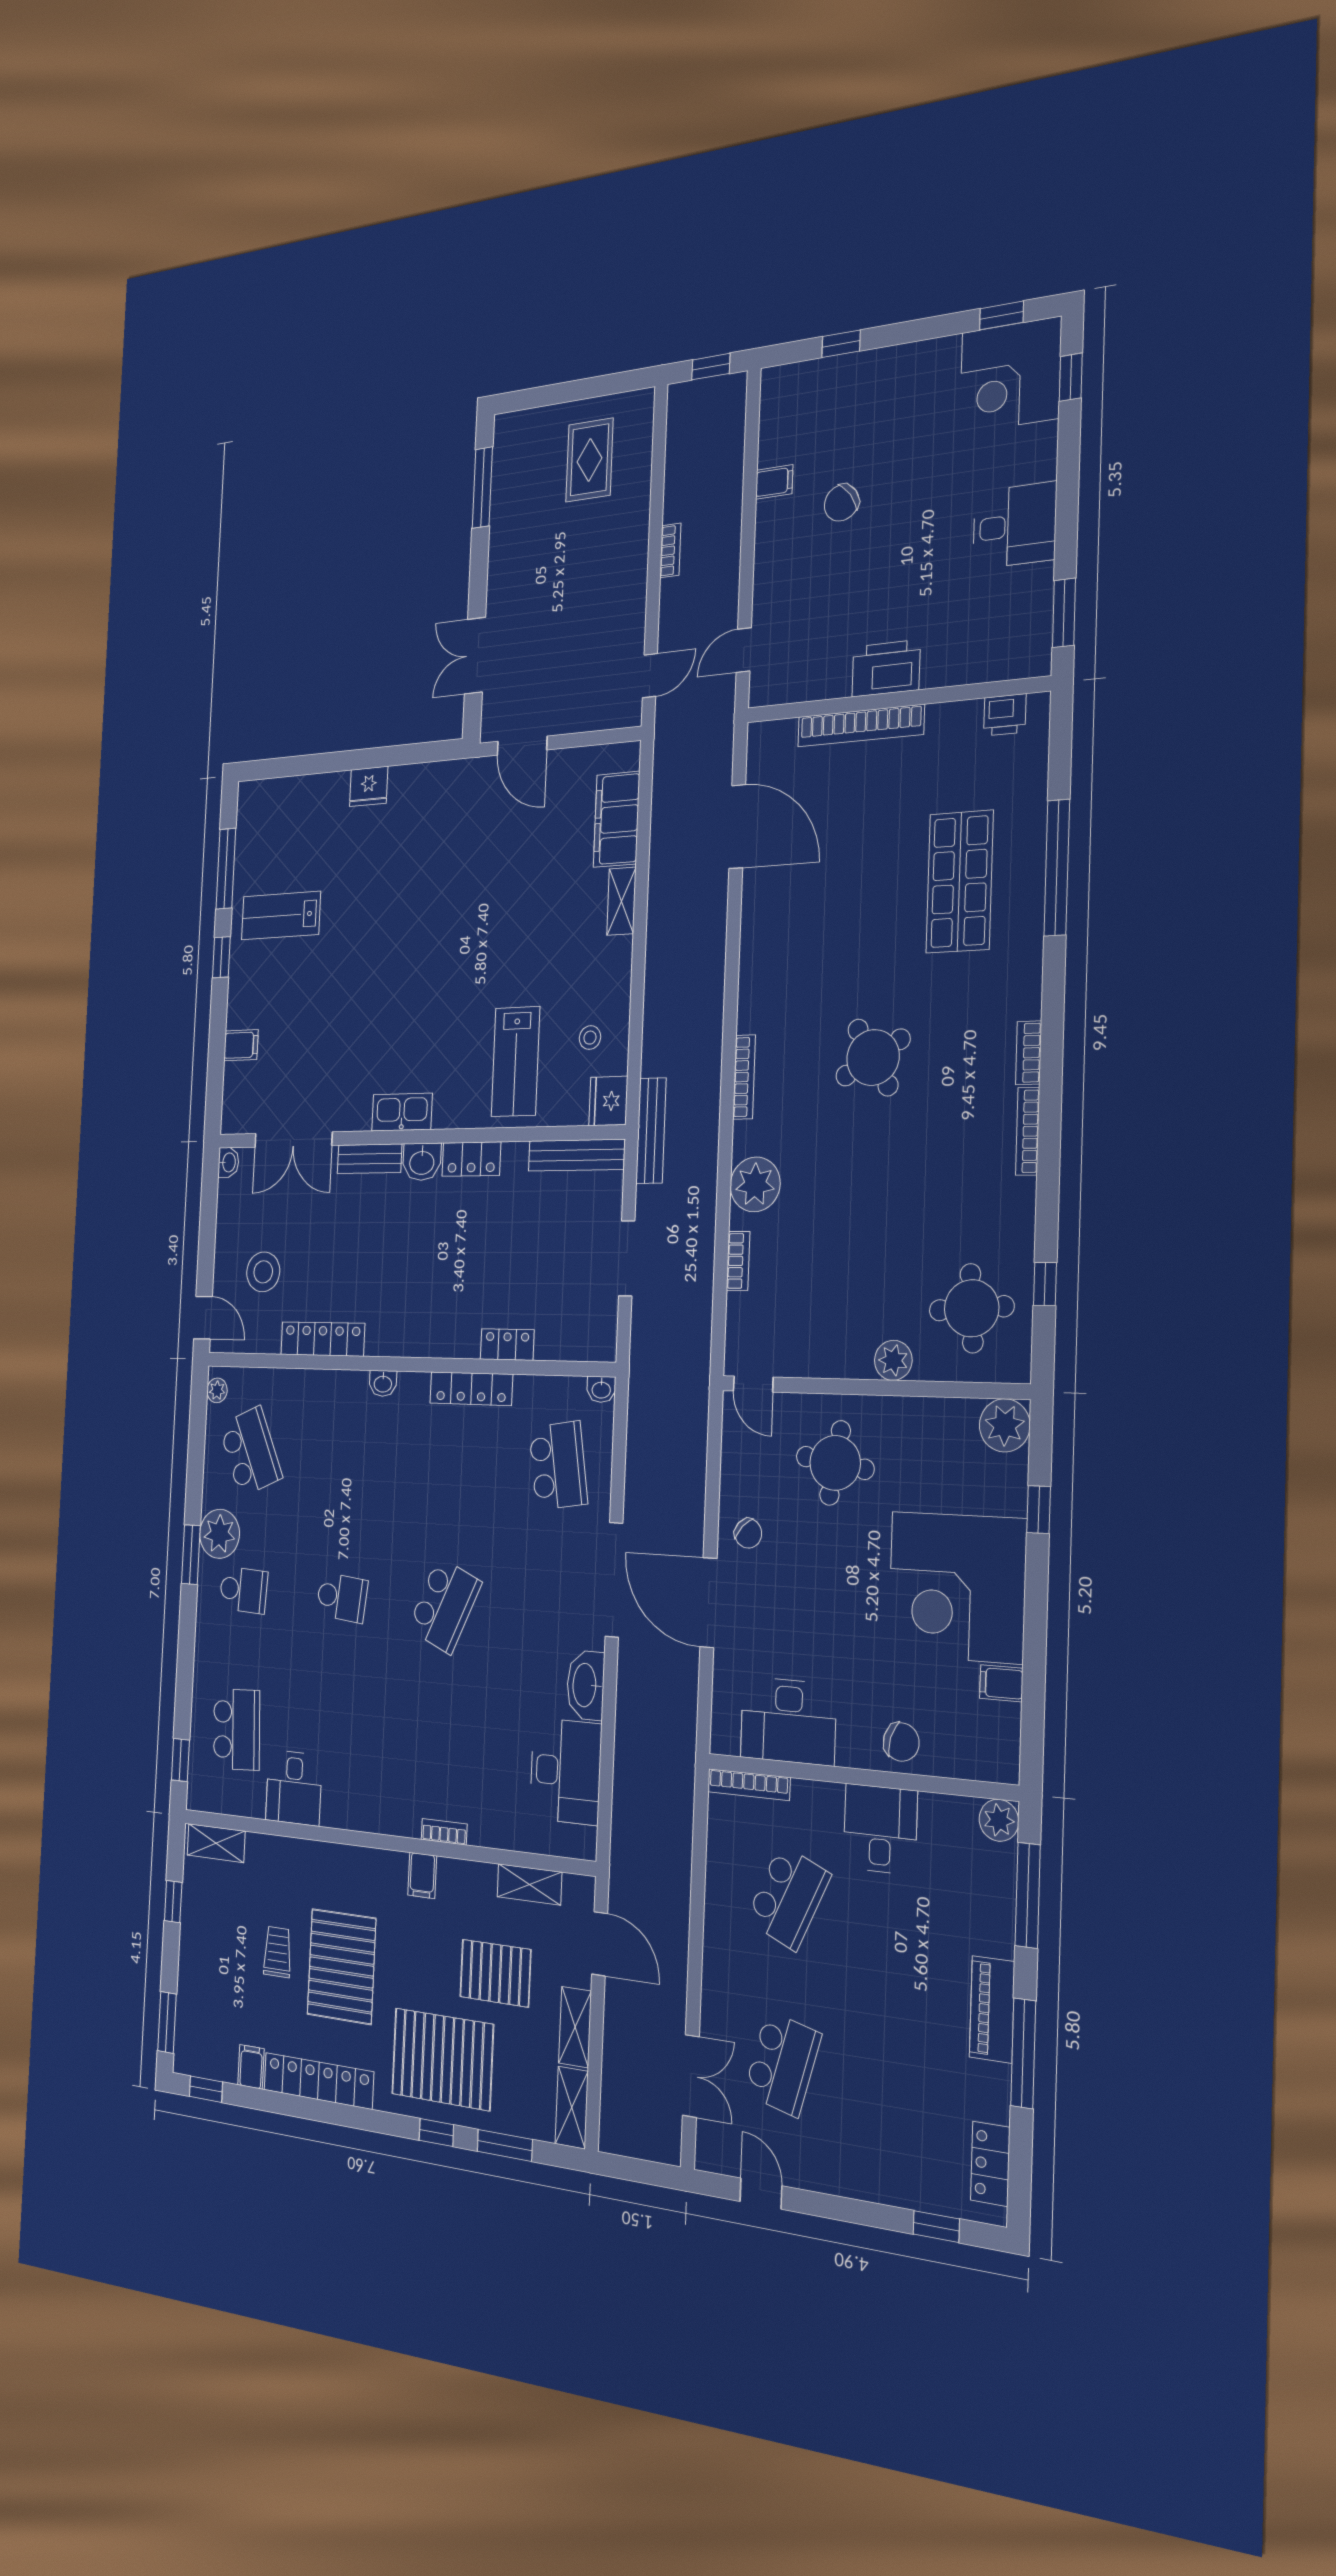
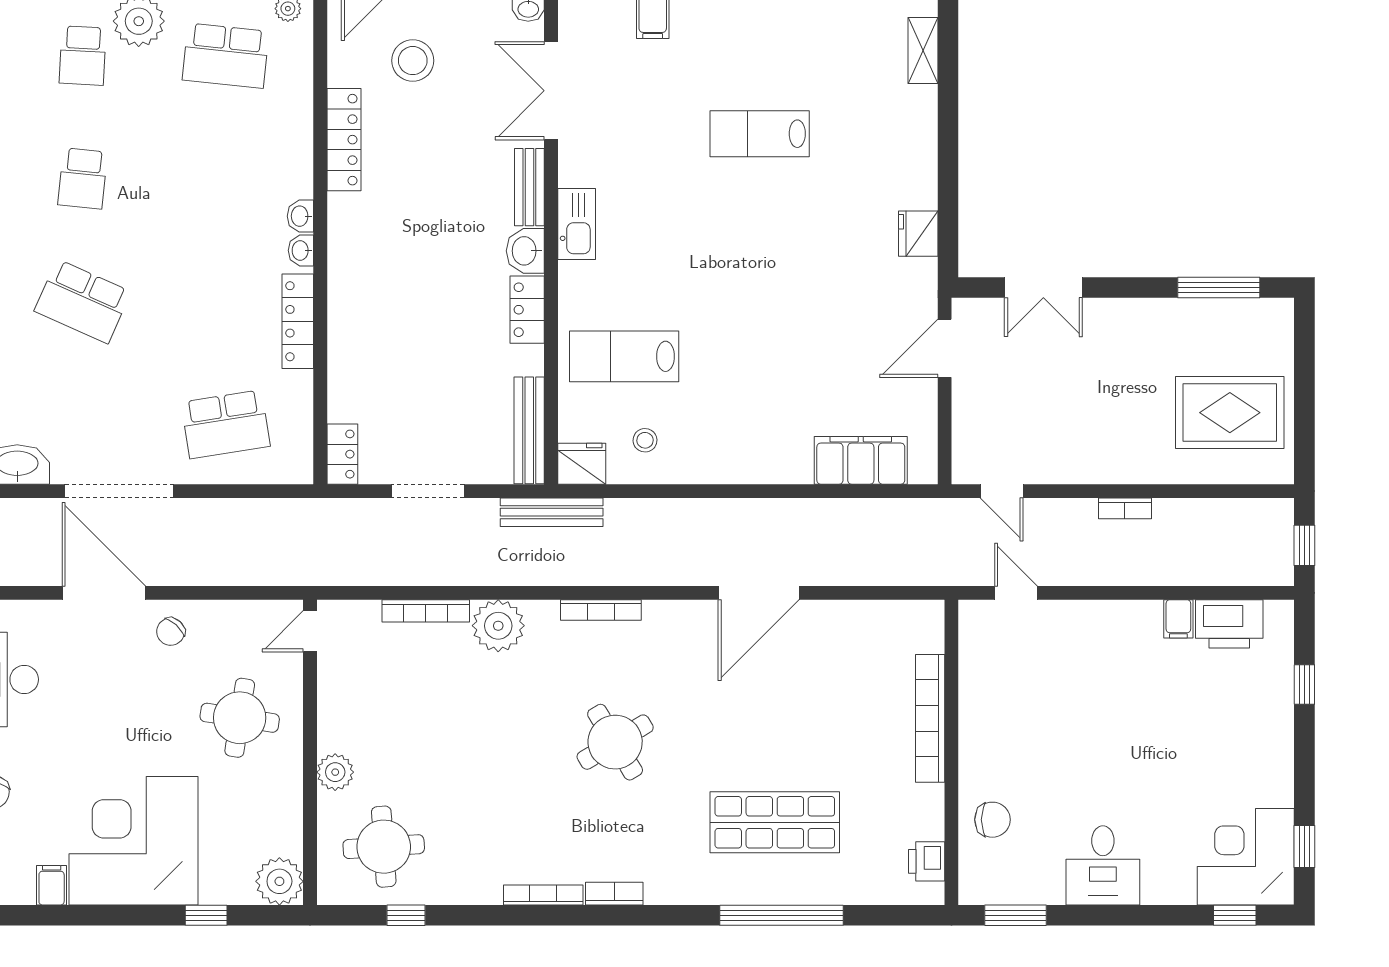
rug: (590, 460) -> (1230, 413), width x1.36, depth x1.43
chair: (842, 503) -> (992, 820), moved, turned 126
double door: (475, 656) -> (1043, 287), swing flipped
printer: (886, 668) -> (1229, 624), moved, turned 90
fridge: (369, 786) -> (918, 234), moved
door: (737, 827) -> (759, 593), moved
shelving: (621, 901) -> (923, 51), moved, turned 90
lab bench: (281, 916) -> (760, 134), moved, turned -90
bookcase: (738, 1261) -> (426, 611), width x1.56
locker: (507, 1345) -> (342, 454), moved
washbasin: (601, 1389) -> (301, 250), moved
school desk: (250, 1452) -> (226, 56), turned 30
door: (708, 1603) -> (104, 593), hinge flipped

